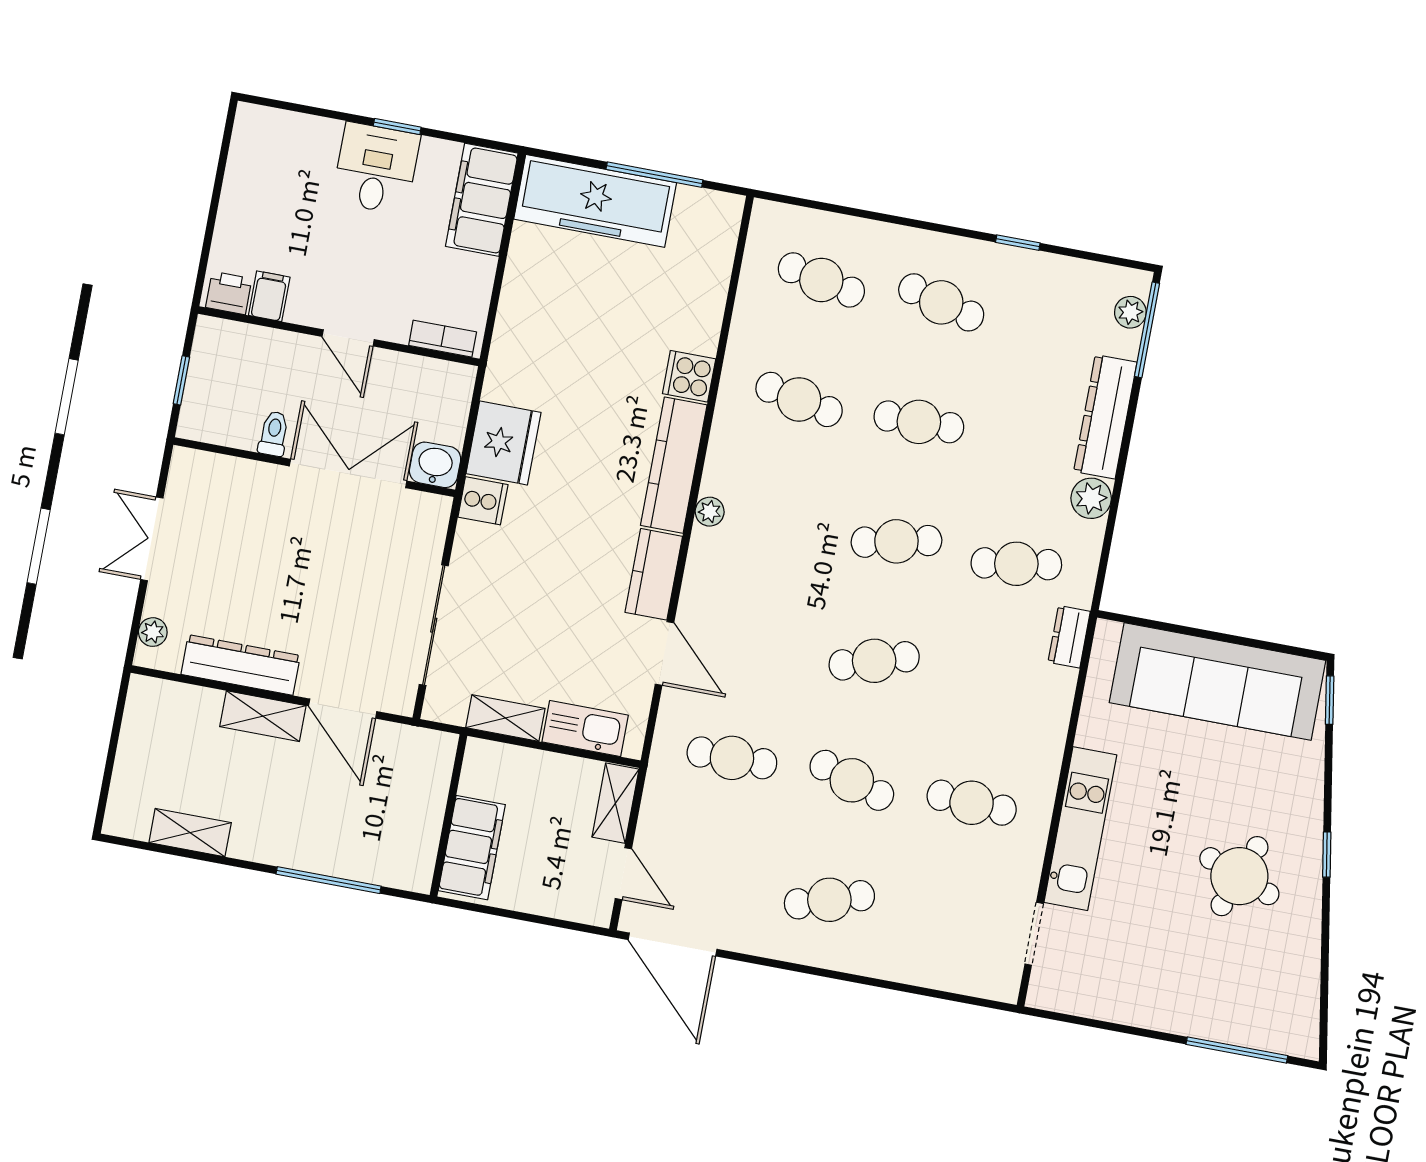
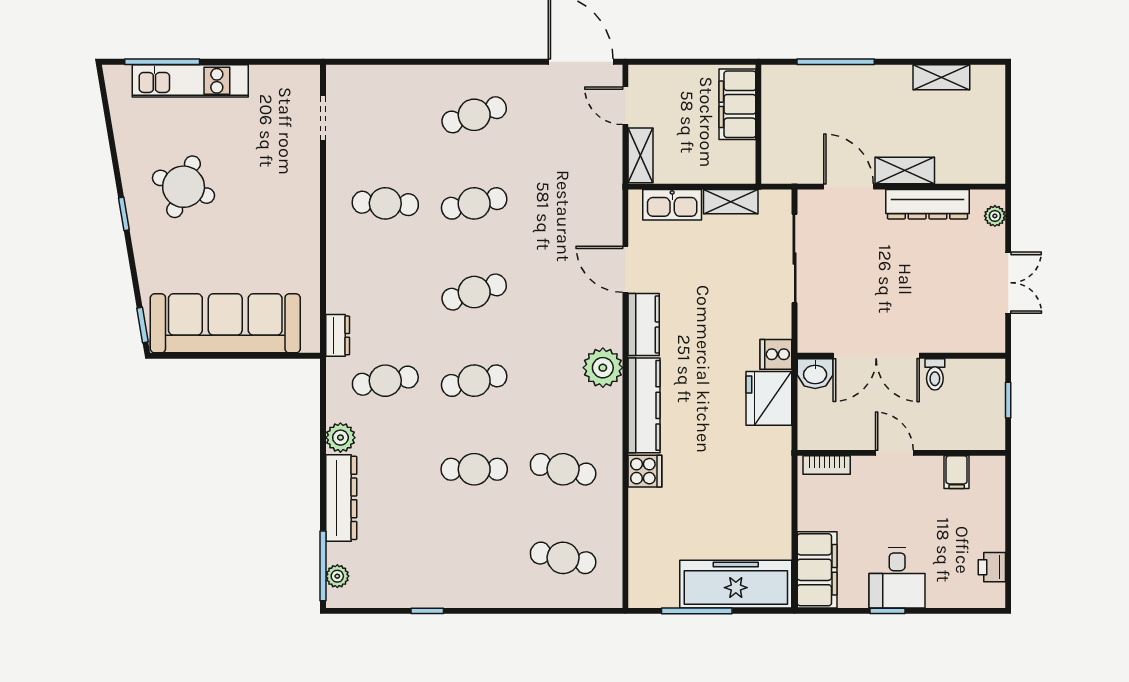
printer: (229, 293) -> (992, 567), moved, turned 90
cafe table: (941, 302) -> (474, 558), removed
plant: (710, 512) -> (603, 368), width x1.88, depth x1.88
cafe table: (732, 758) -> (563, 203), removed
cafe table: (852, 780) -> (474, 203), turned -30
kitchen unit: (1080, 829) -> (190, 81), moved, turned -90

